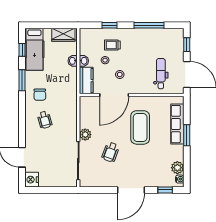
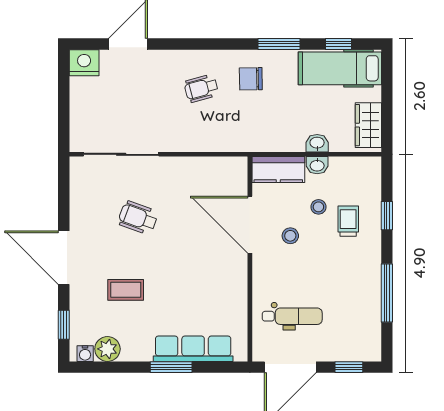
coffee table: (140, 127) -> (126, 290), moved, width x0.54, depth x0.58
plant: (85, 135) -> (172, 168), removed

